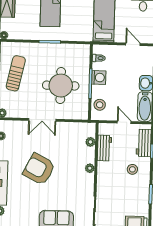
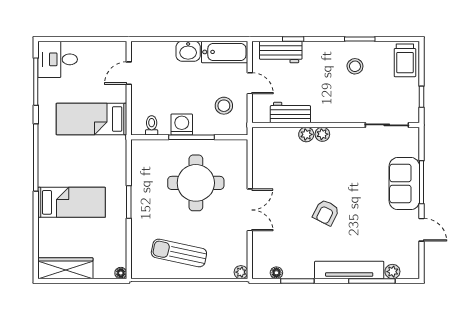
stool: (100, 105) -> (224, 106), moved
door: (124, 122) -> (250, 83), swing flipped
plant: (90, 142) -> (306, 134), moved
armchair: (39, 169) -> (326, 212), width x0.53, depth x0.53
stool: (132, 169) -> (355, 66), moved

